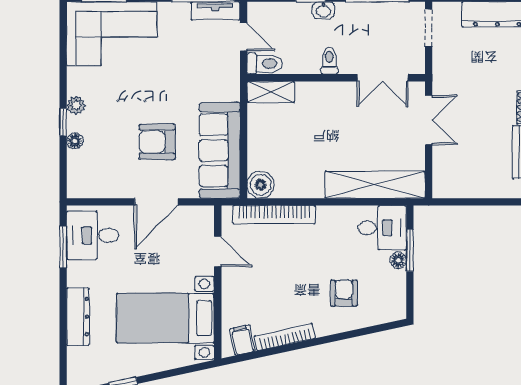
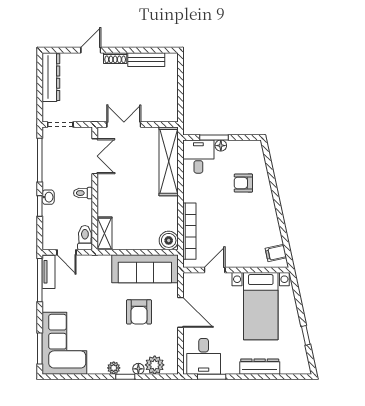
door: (244, 37) -> (67, 252), swing flipped
plant: (80, 164) -> (155, 365), added
bookcase: (285, 337) -> (274, 224), removed

